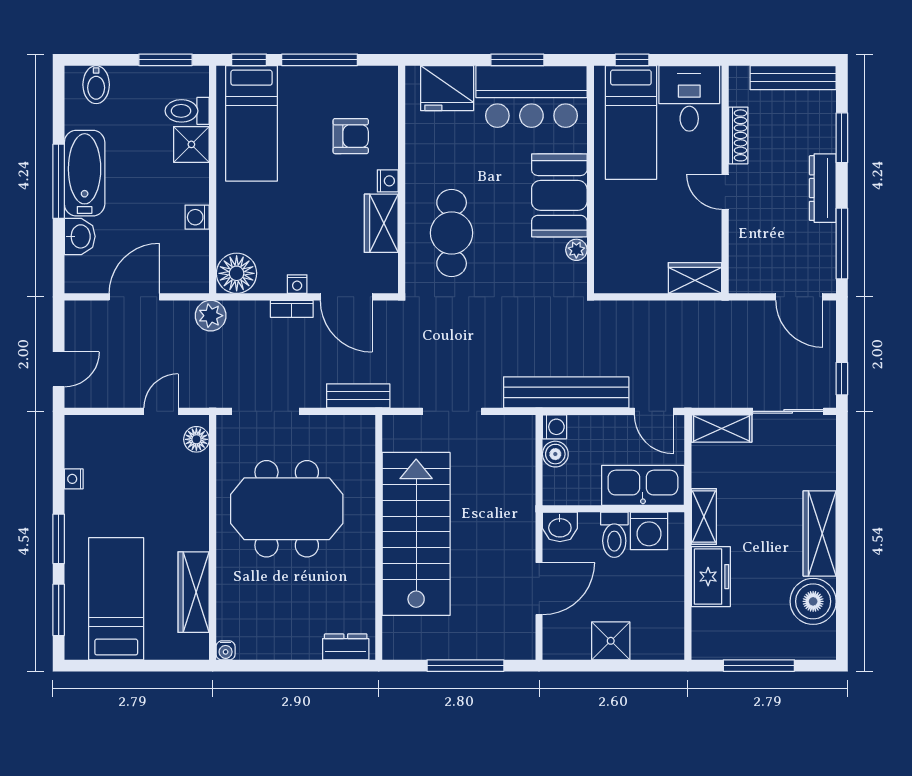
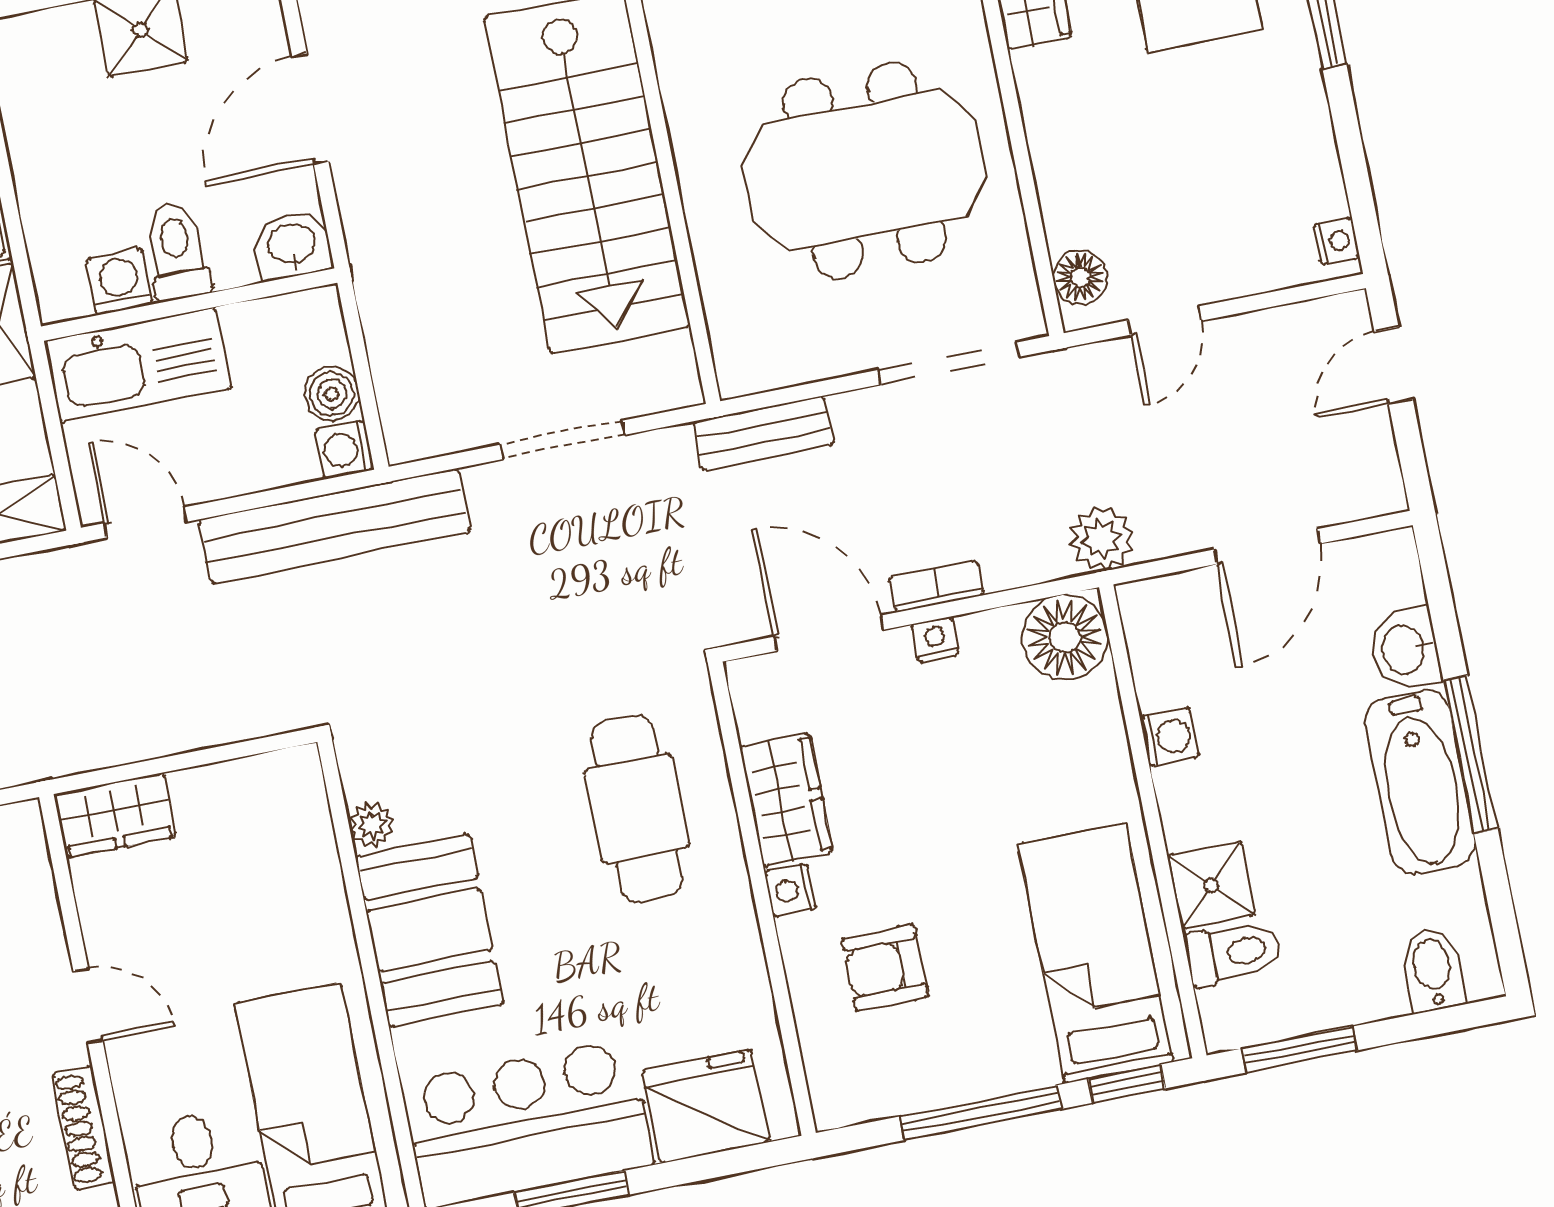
nightstand: (74, 479) -> (1337, 241), moved
washing machine: (649, 531) -> (119, 282), width x0.73, depth x0.73

